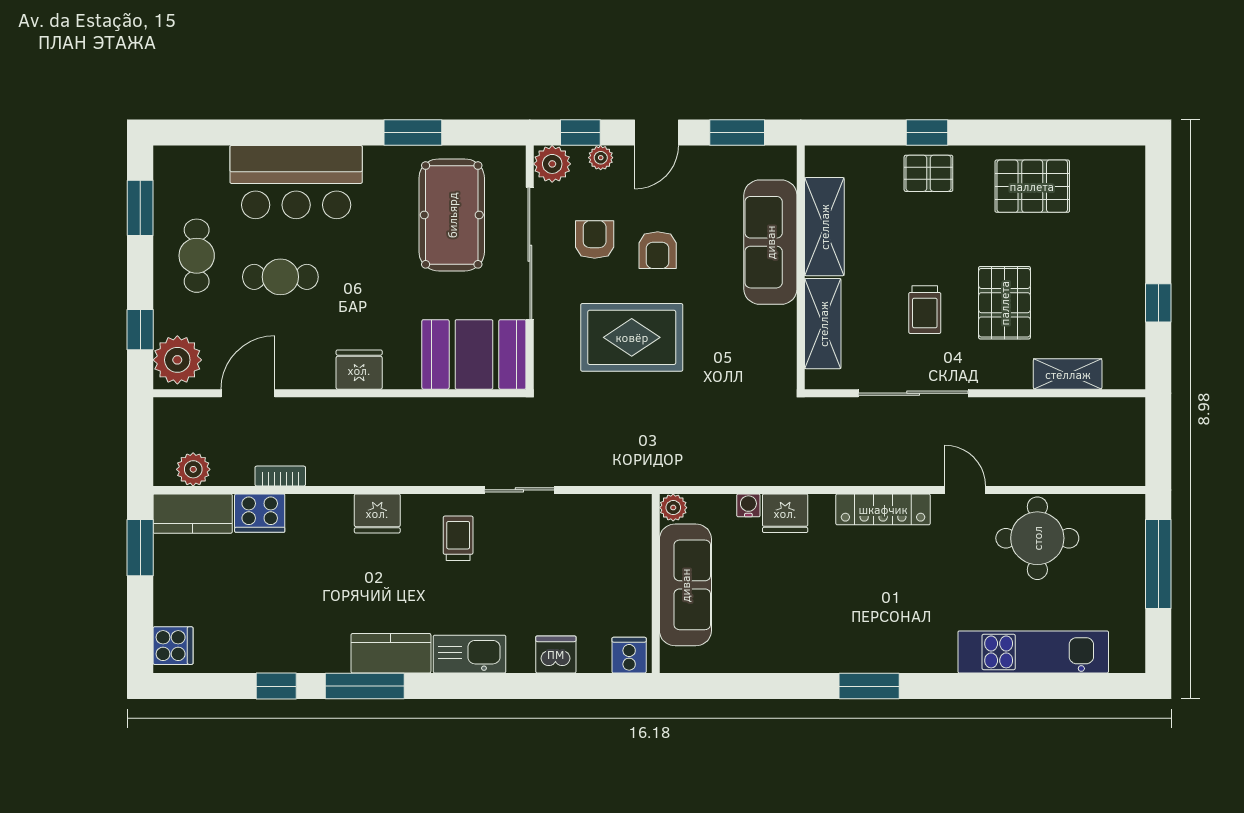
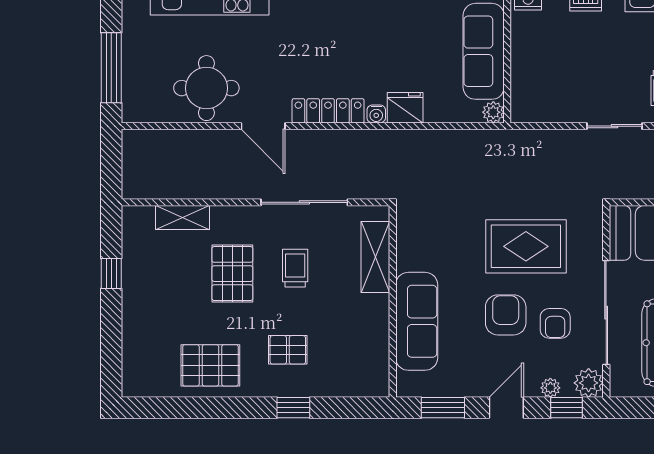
pallet: (928, 173) -> (288, 350), moved
shelving: (824, 227) -> (374, 334), removed
armchair: (658, 250) -> (506, 315), width x1.38, depth x1.38
door: (965, 490) -> (263, 126), width x1.38
water cooler: (748, 505) -> (376, 114), moved

